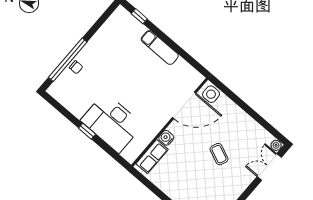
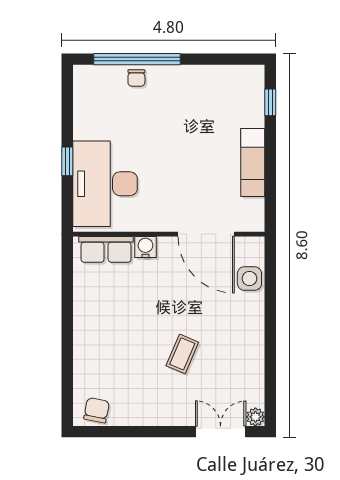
door: (184, 105) -> (206, 234), moved
wall: (170, 122) -> (169, 234), moved
water cooler: (166, 138) -> (145, 247), moved
row of seats: (152, 157) -> (106, 249), moved

